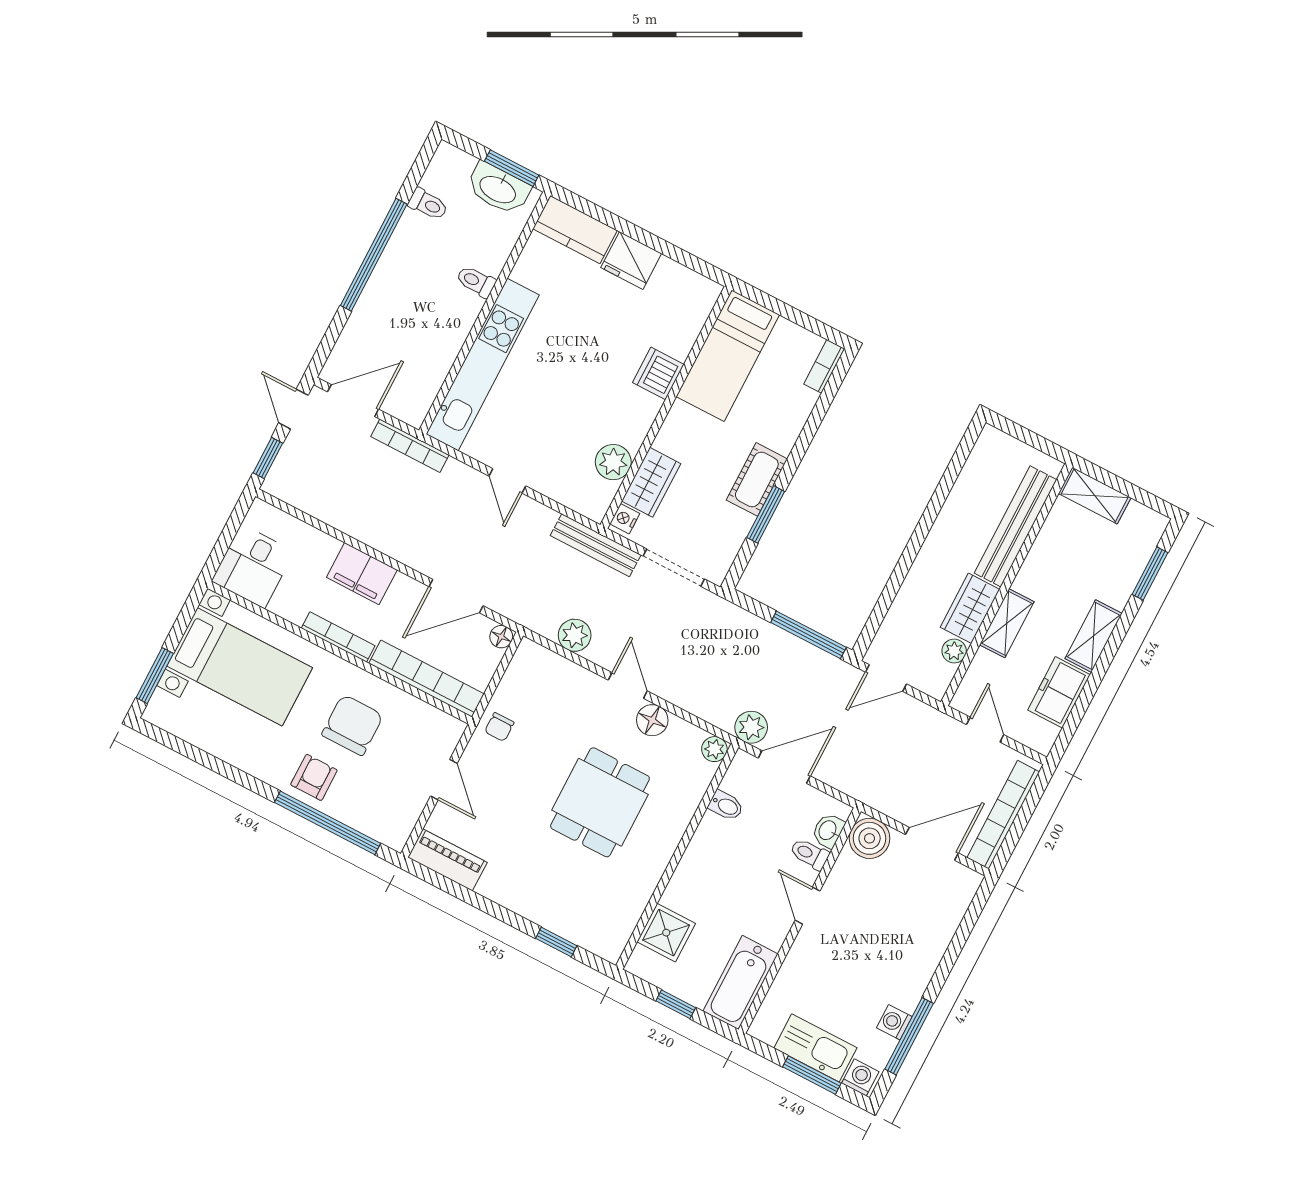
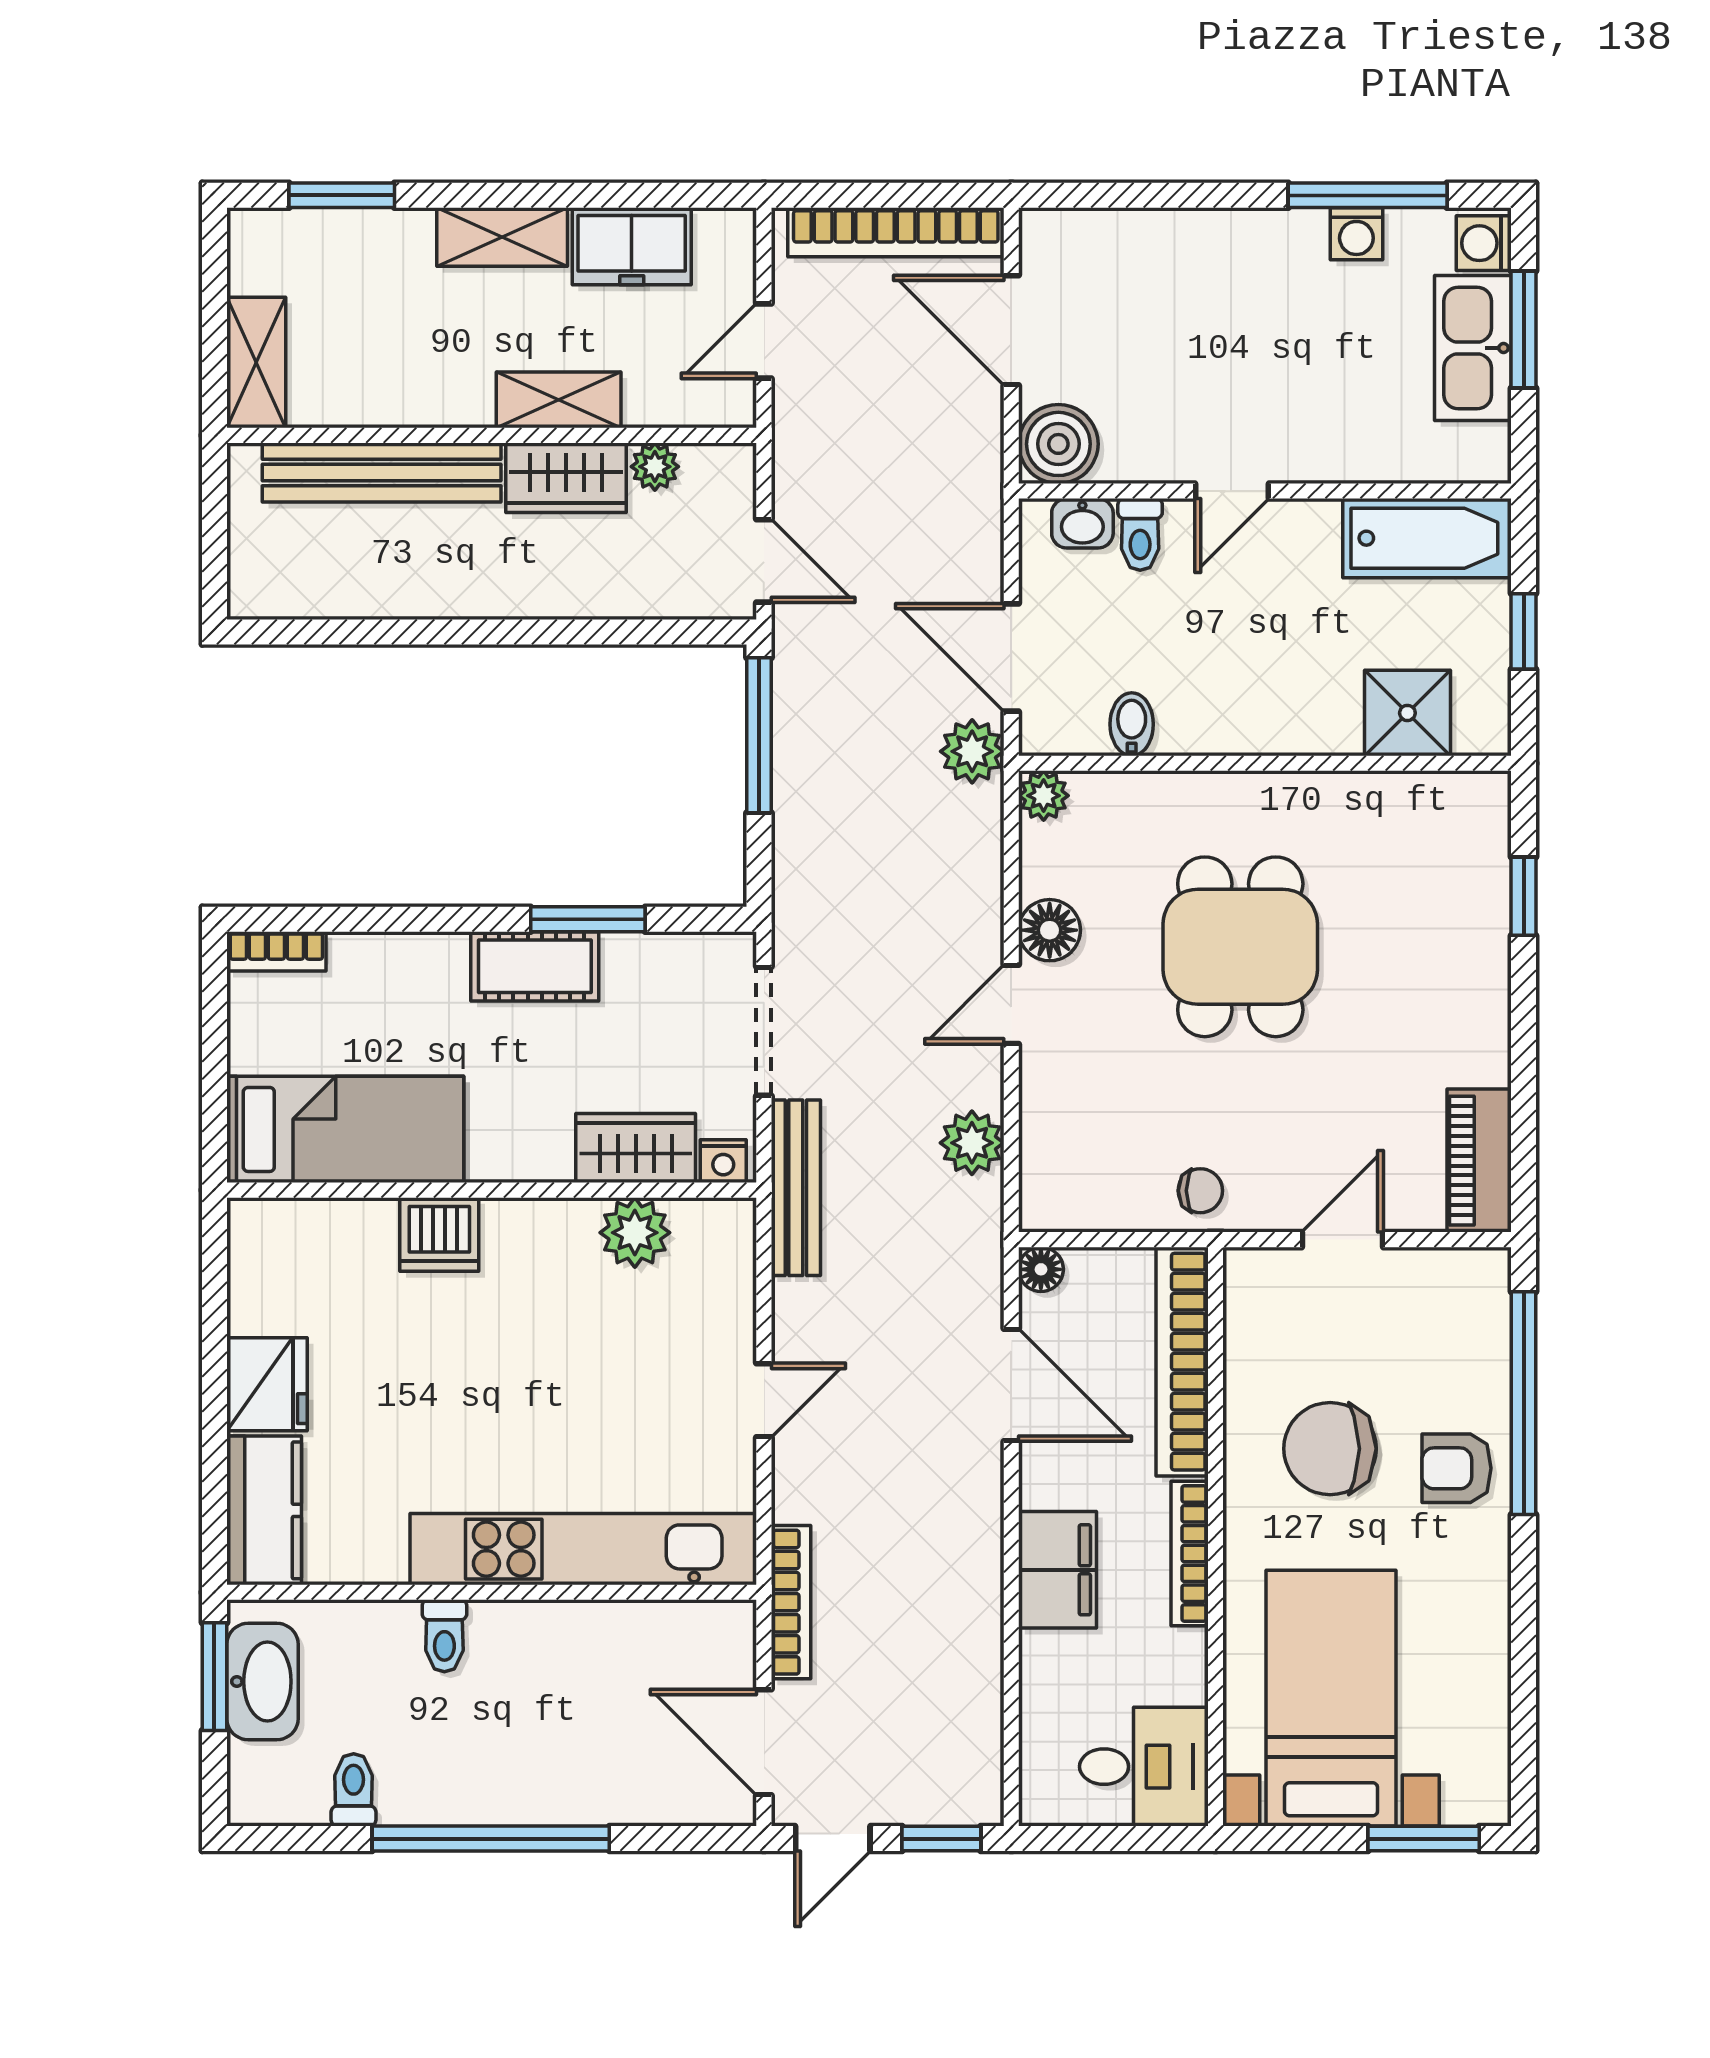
dining table: (600, 802) -> (1240, 947), turned 90

